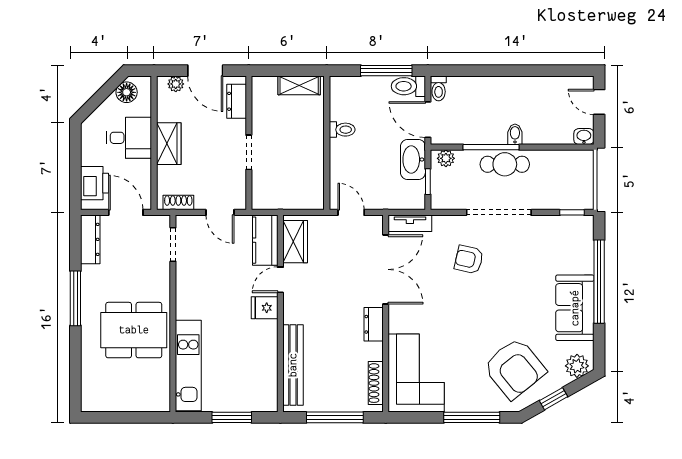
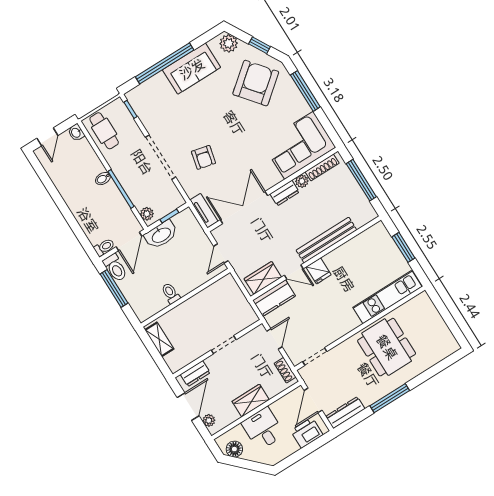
cafe table: (505, 164) -> (104, 131), moved
plant: (375, 351) -> (302, 181), added
bench: (293, 365) -> (326, 240), moved

